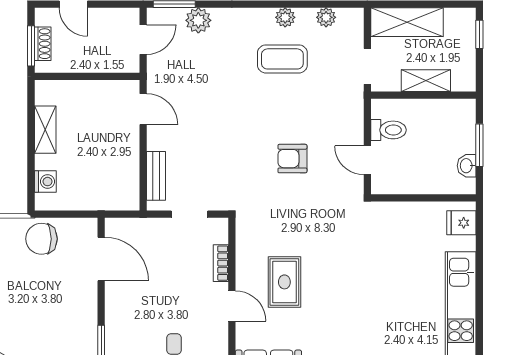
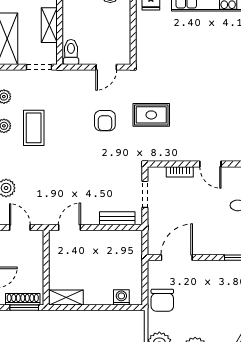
shoe rack: (43, 44) -> (23, 299), width x1.43
shelving: (45, 130) -> (66, 298), moved
toilet: (388, 130) -> (71, 52), moved
rug: (284, 282) -> (151, 115), moved
door: (232, 306) -> (210, 164), swing flipped

